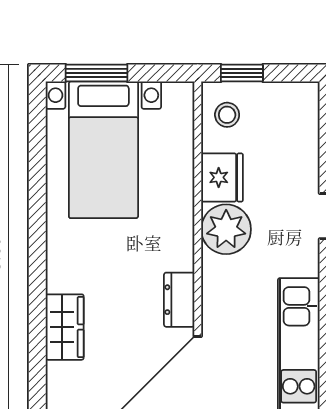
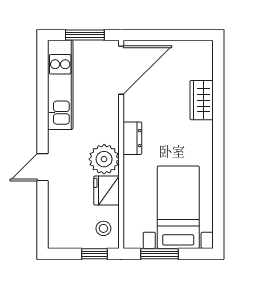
window: (96, 73) -> (159, 254), moved
dresser: (179, 300) -> (132, 138), moved

